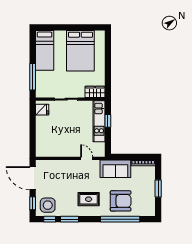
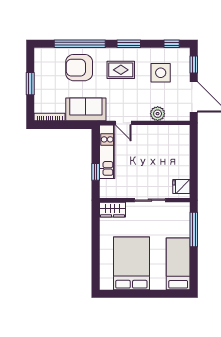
kitchen unit: (99, 121) -> (107, 152), moved
plant: (60, 166) -> (158, 114), added
side table: (48, 205) -> (161, 73), moved
window: (69, 219) -> (129, 44), moved

